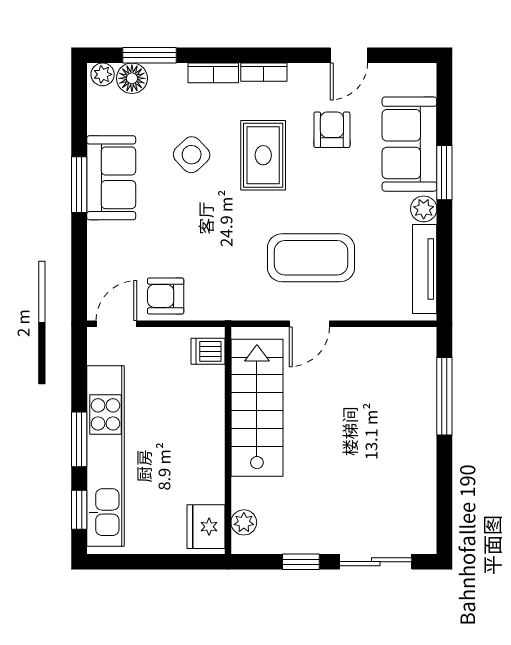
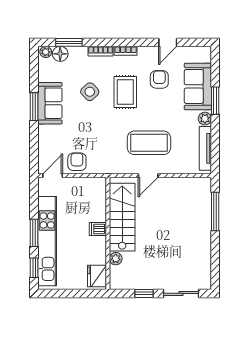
armchair: (166, 296) -> (77, 162), turned 90
dishwasher: (208, 351) -> (98, 229), moved
plant: (244, 522) -> (116, 259), moved

